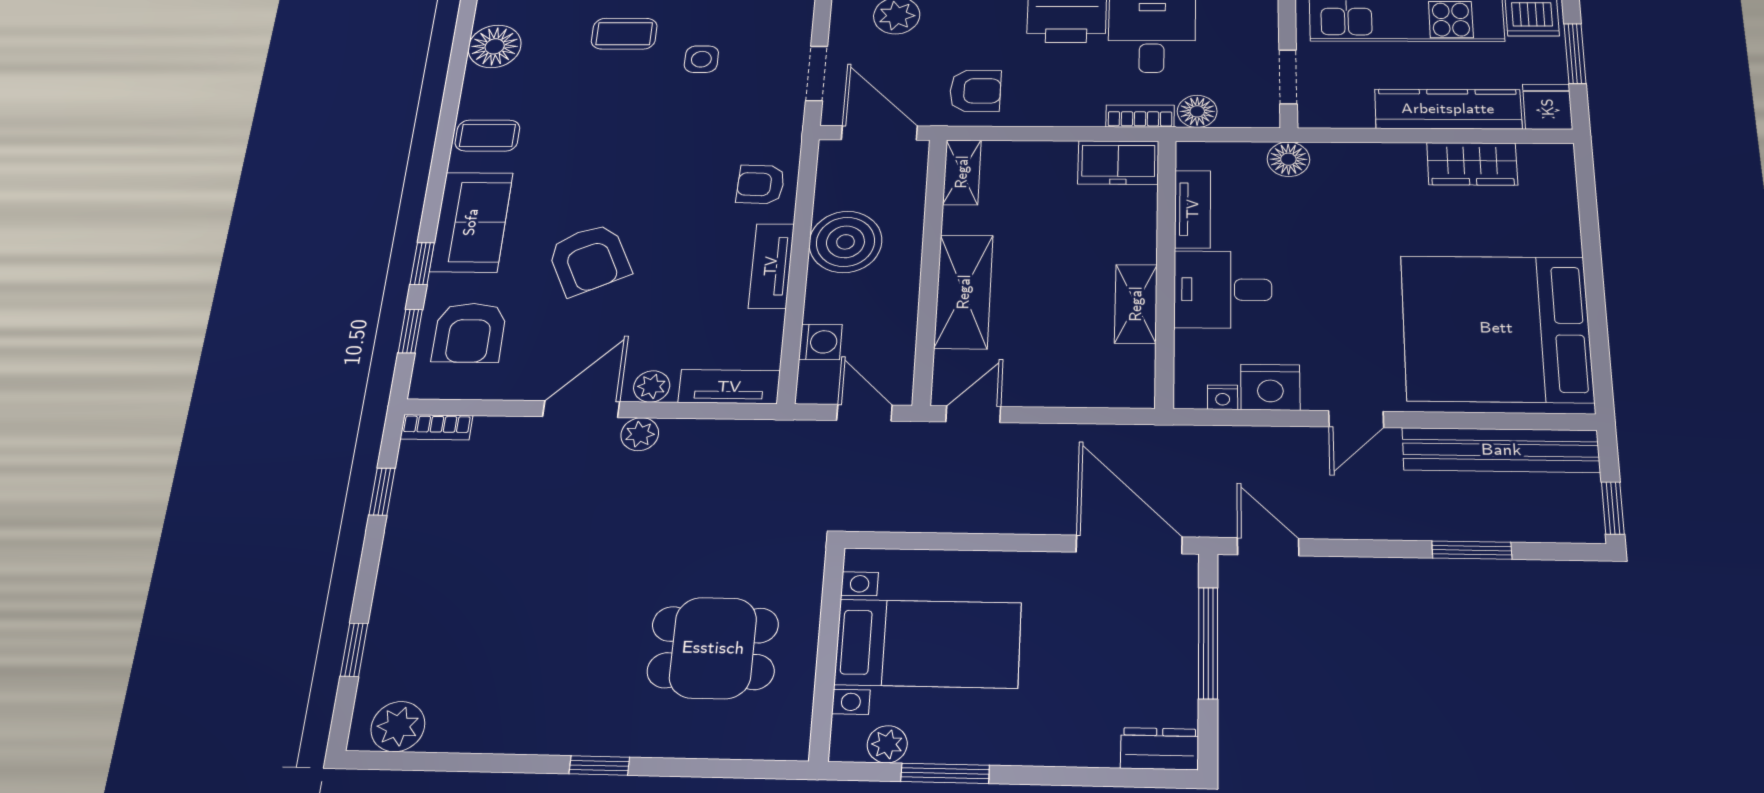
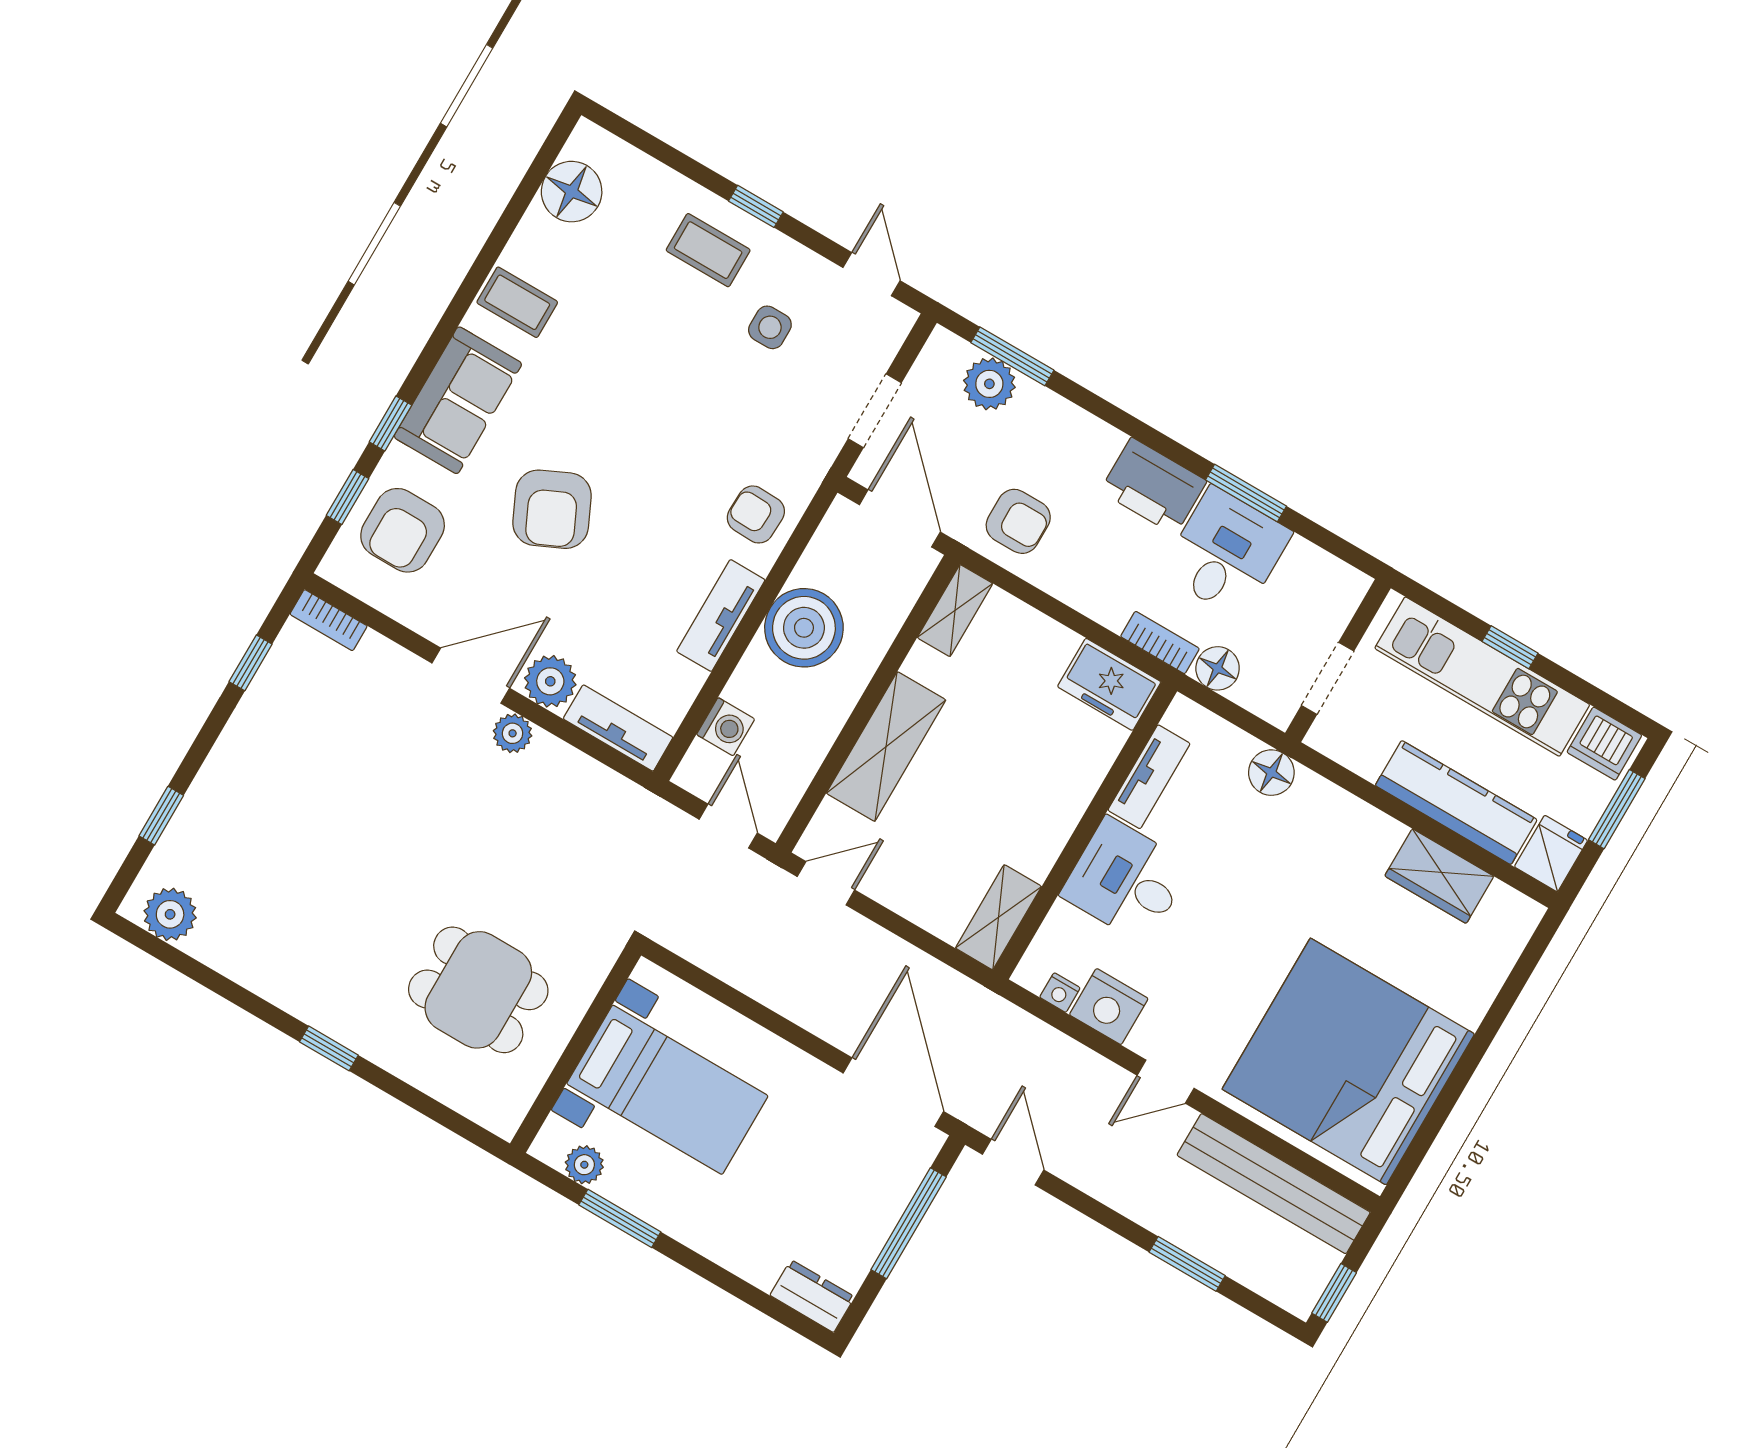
shelving: (1136, 304) -> (998, 917), moved
plant: (652, 386) -> (550, 681), width x1.38, depth x1.38

